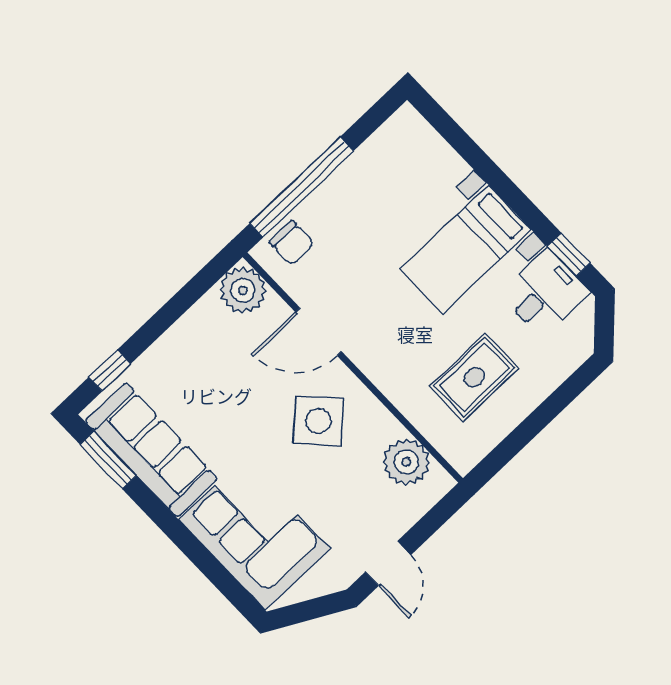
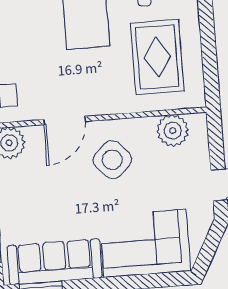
rug: (474, 377) -> (157, 57), width x1.36, depth x1.43

